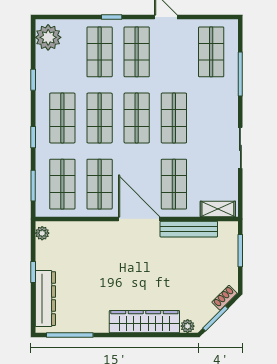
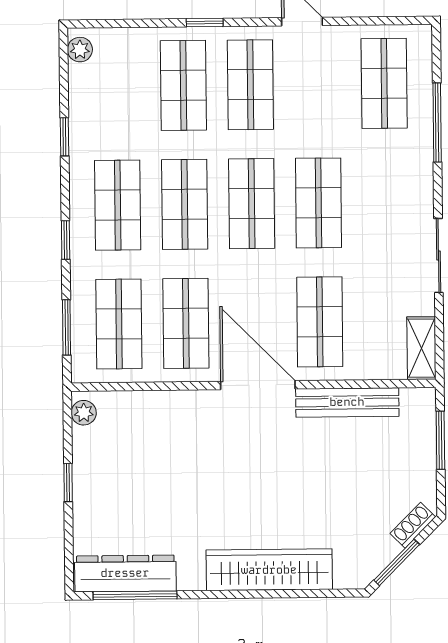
plant: (48, 37) -> (80, 50), width x0.53, depth x0.53
shelving: (218, 209) -> (421, 348), moved, turned 90
dresser: (45, 299) -> (125, 573), moved, turned -90
plant: (188, 326) -> (347, 577), removed

